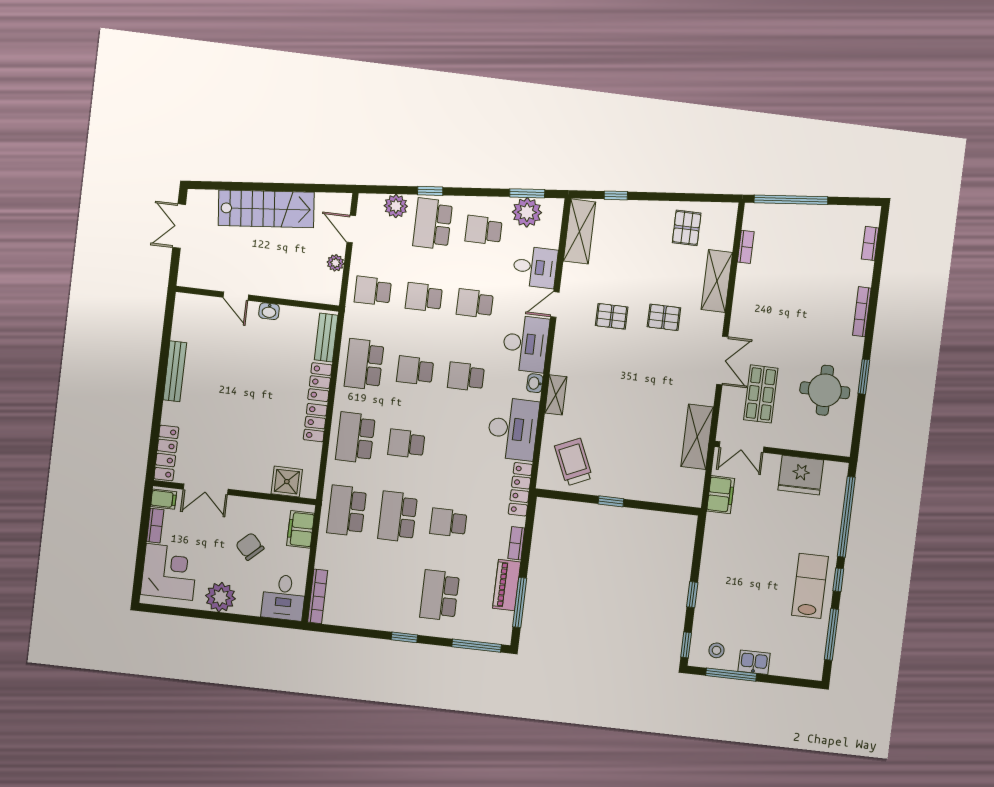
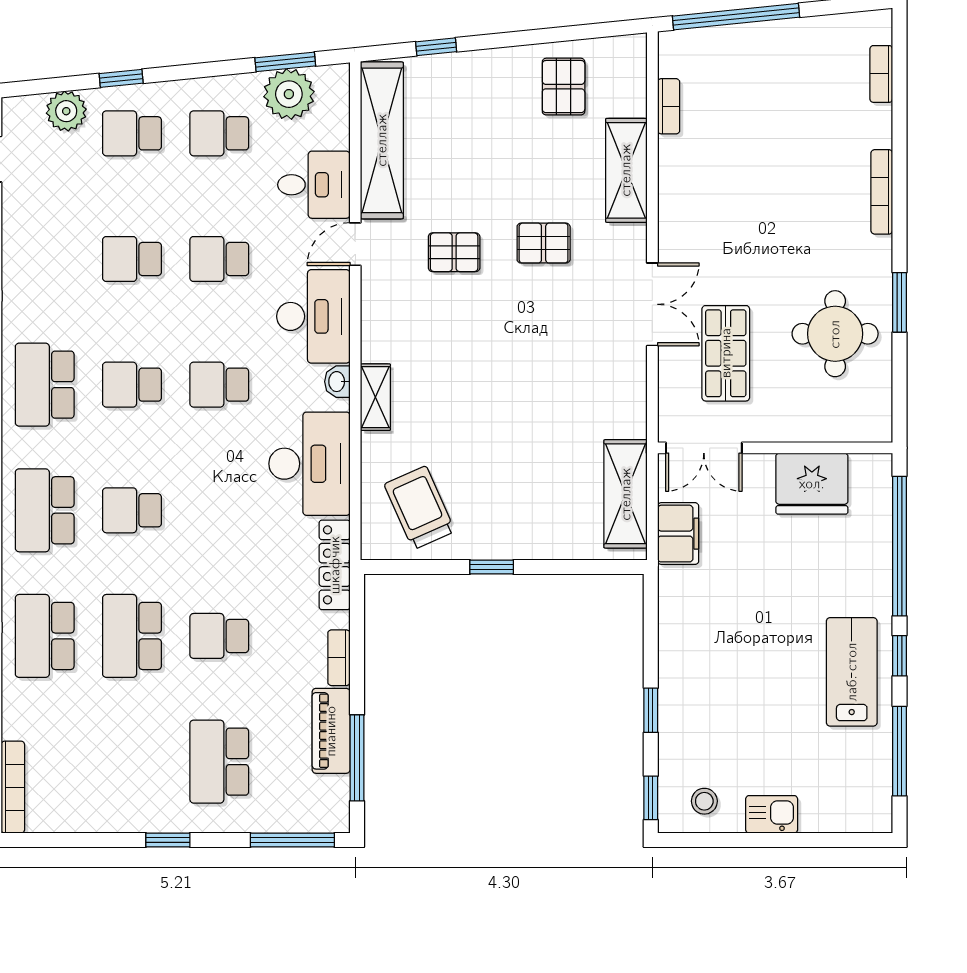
school desk: (433, 224) -> (132, 133), width x0.54
shelving: (579, 231) -> (382, 140), width x1.47
school desk: (373, 291) -> (45, 259), removed
shelving: (697, 437) -> (626, 494), moved
window: (731, 675) -> (735, 840), removed

